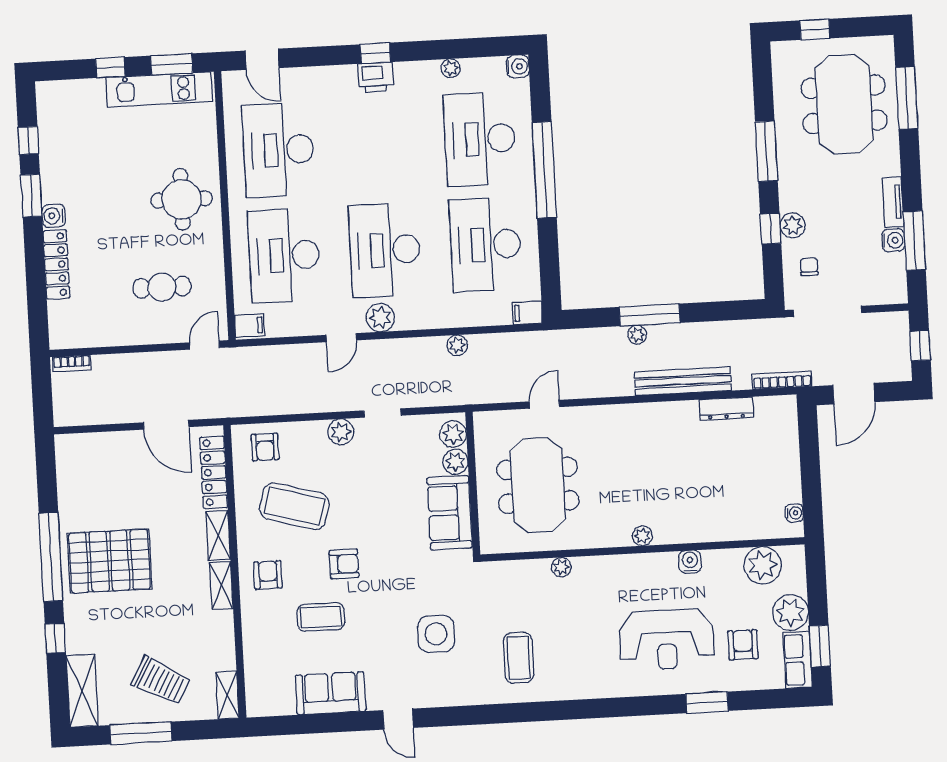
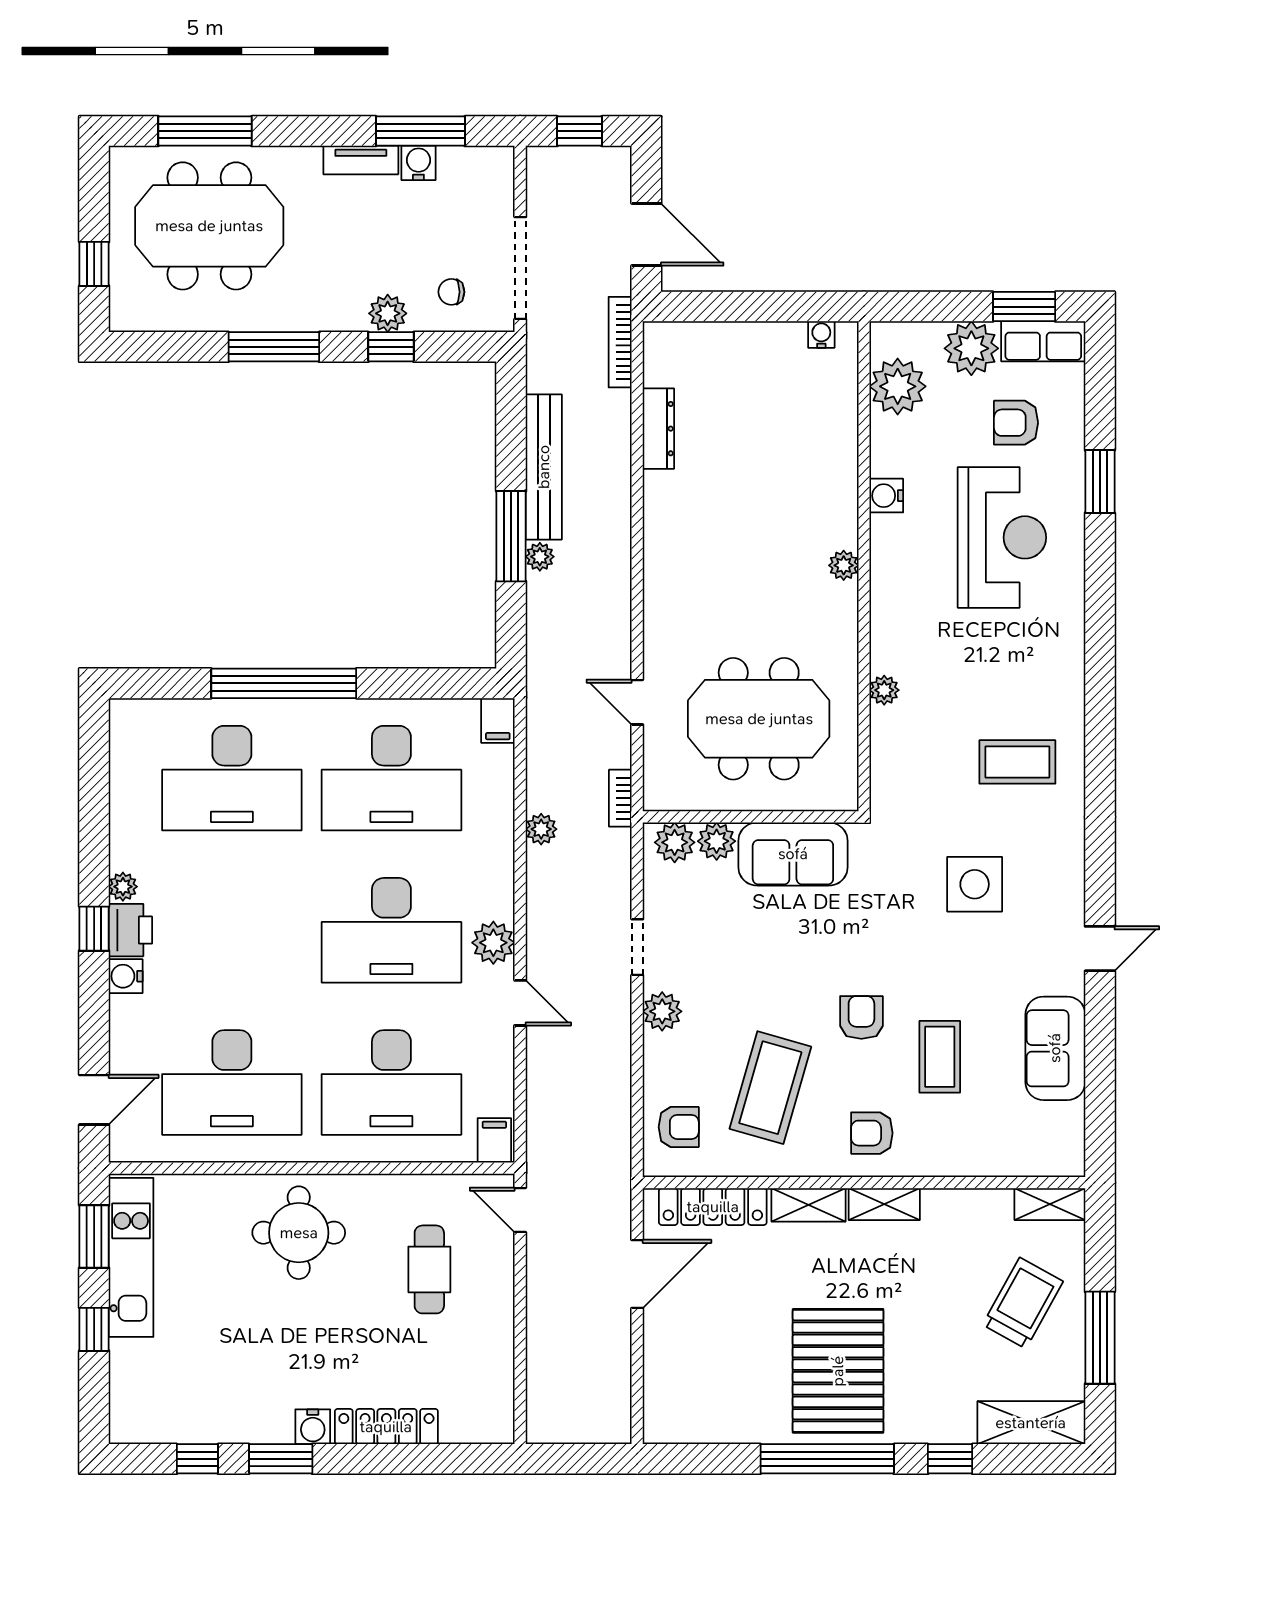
water cooler: (518, 66) -> (126, 976), moved, turned -90
plant: (451, 68) -> (123, 887), moved
bookcase: (72, 363) -> (620, 798), moved, turned 180
bench: (683, 381) -> (544, 467), moved

